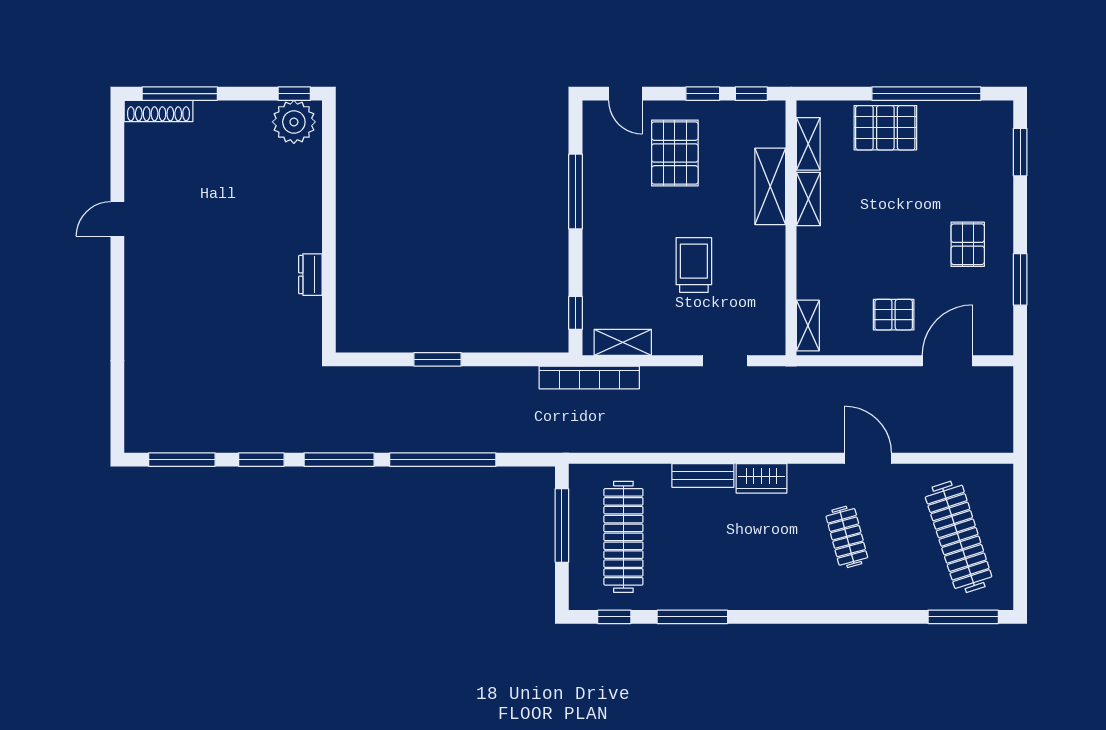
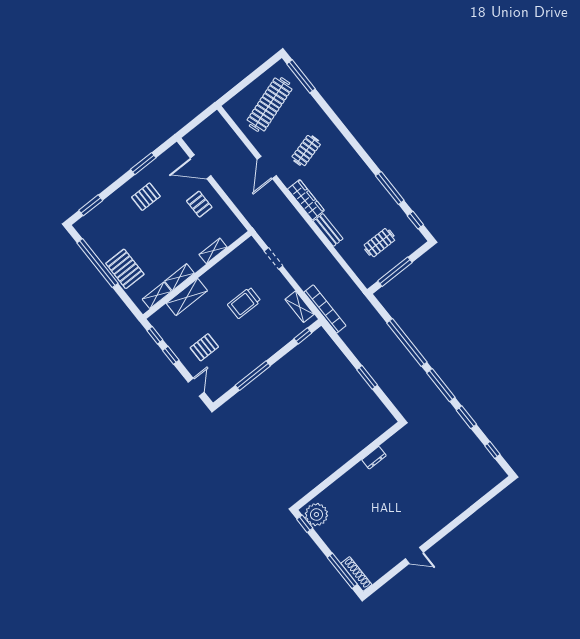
pallet: (675, 153) -> (204, 347), width x0.67, depth x0.71
shelving: (808, 326) -> (213, 251), moved
window: (182, 460) -> (492, 450), width x0.46
wardrobe: (761, 478) -> (306, 200), width x1.50
clothes rail: (623, 537) -> (379, 243), width x0.54, depth x0.76

